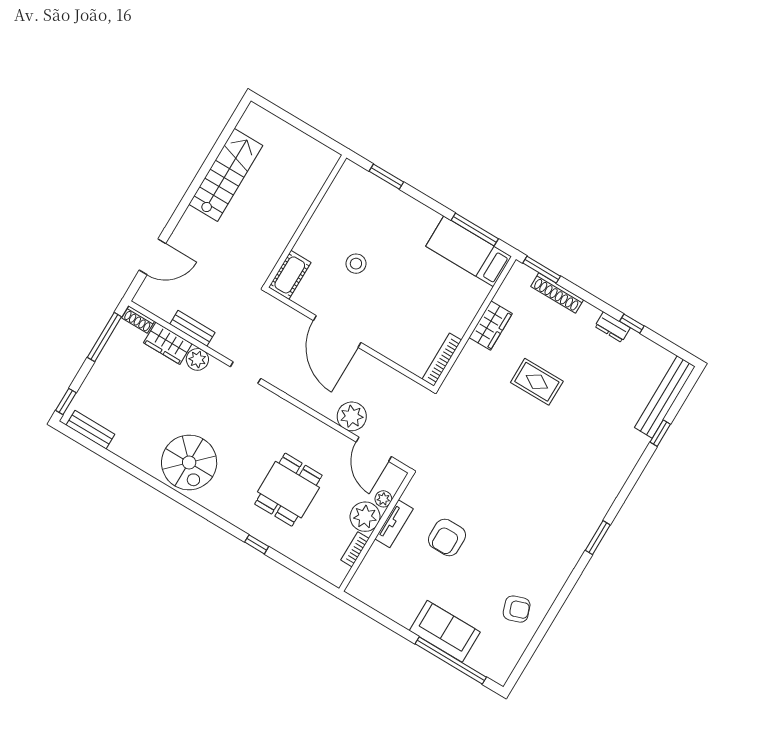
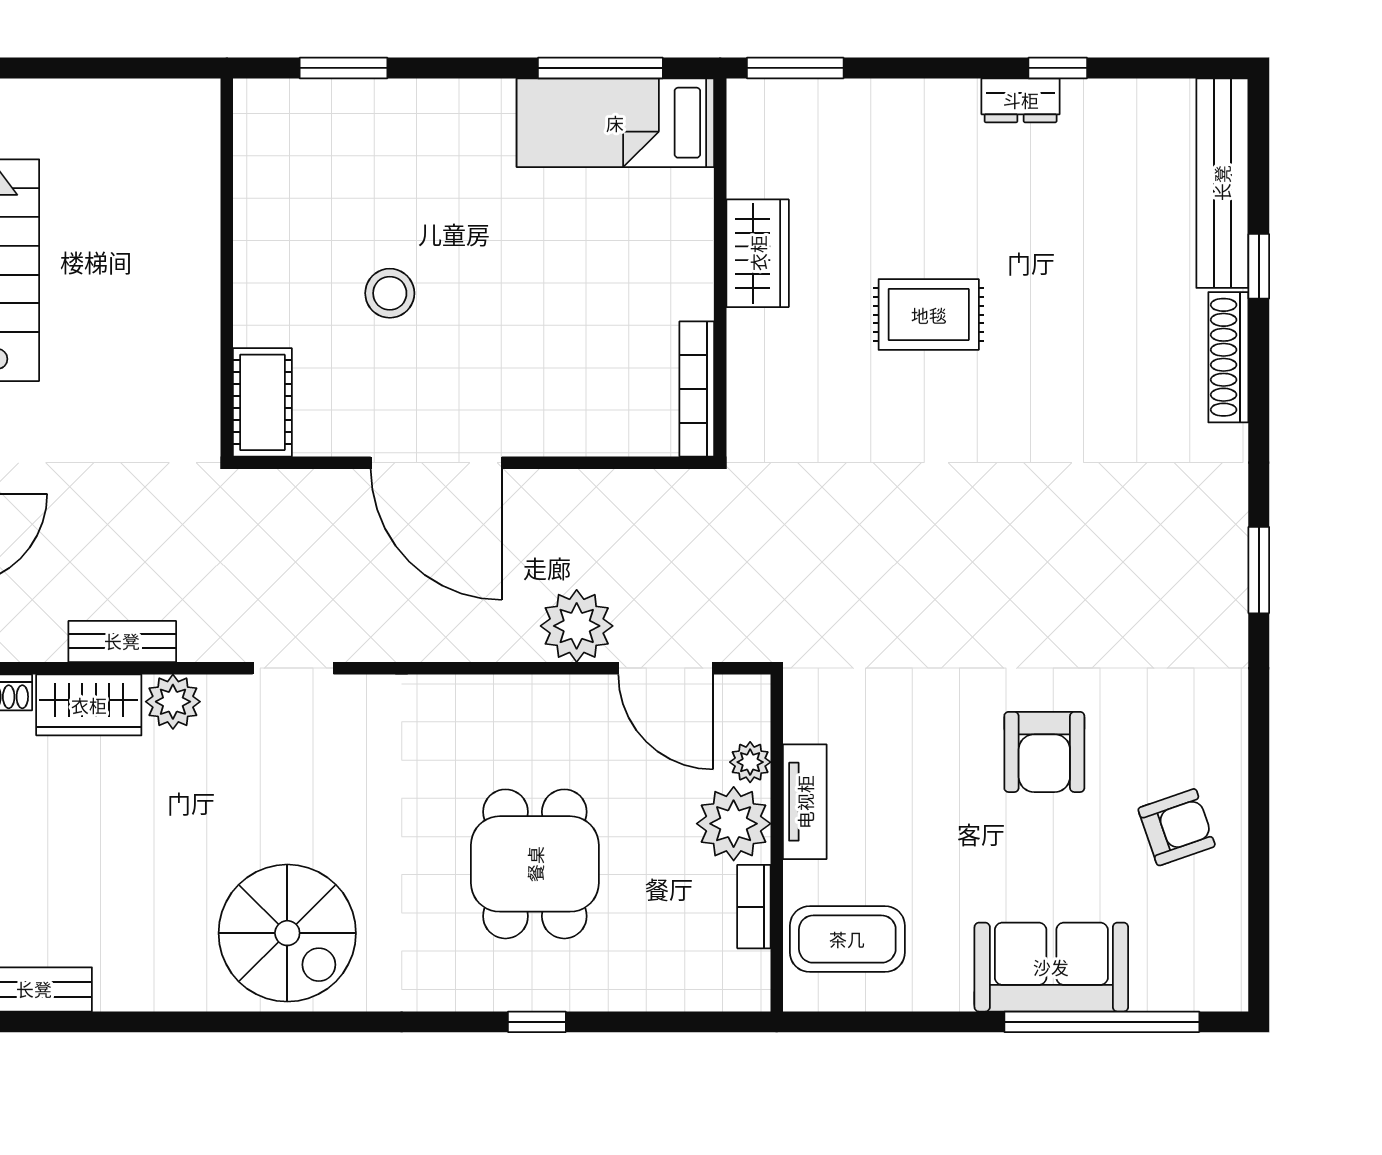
shoe rack: (557, 293) -> (1228, 357), moved, turned 90
armchair: (447, 537) -> (1044, 752), moved
coffee table: (380, 580) -> (847, 939), added

